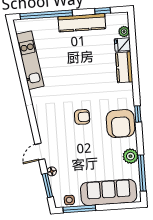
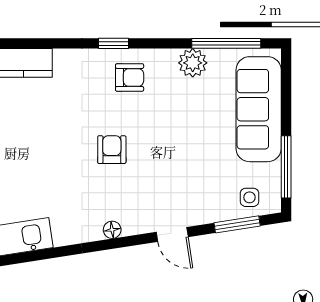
armchair: (121, 124) -> (130, 77), width x0.53, depth x0.53
floor lamp: (52, 171) -> (112, 230), moved
side table: (69, 200) -> (250, 197), moved

